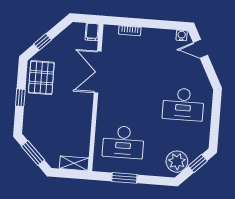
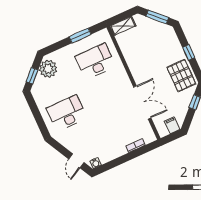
filing cabinet: (92, 32) -> (172, 125), moved
door: (200, 49) -> (76, 161), swing flipped

